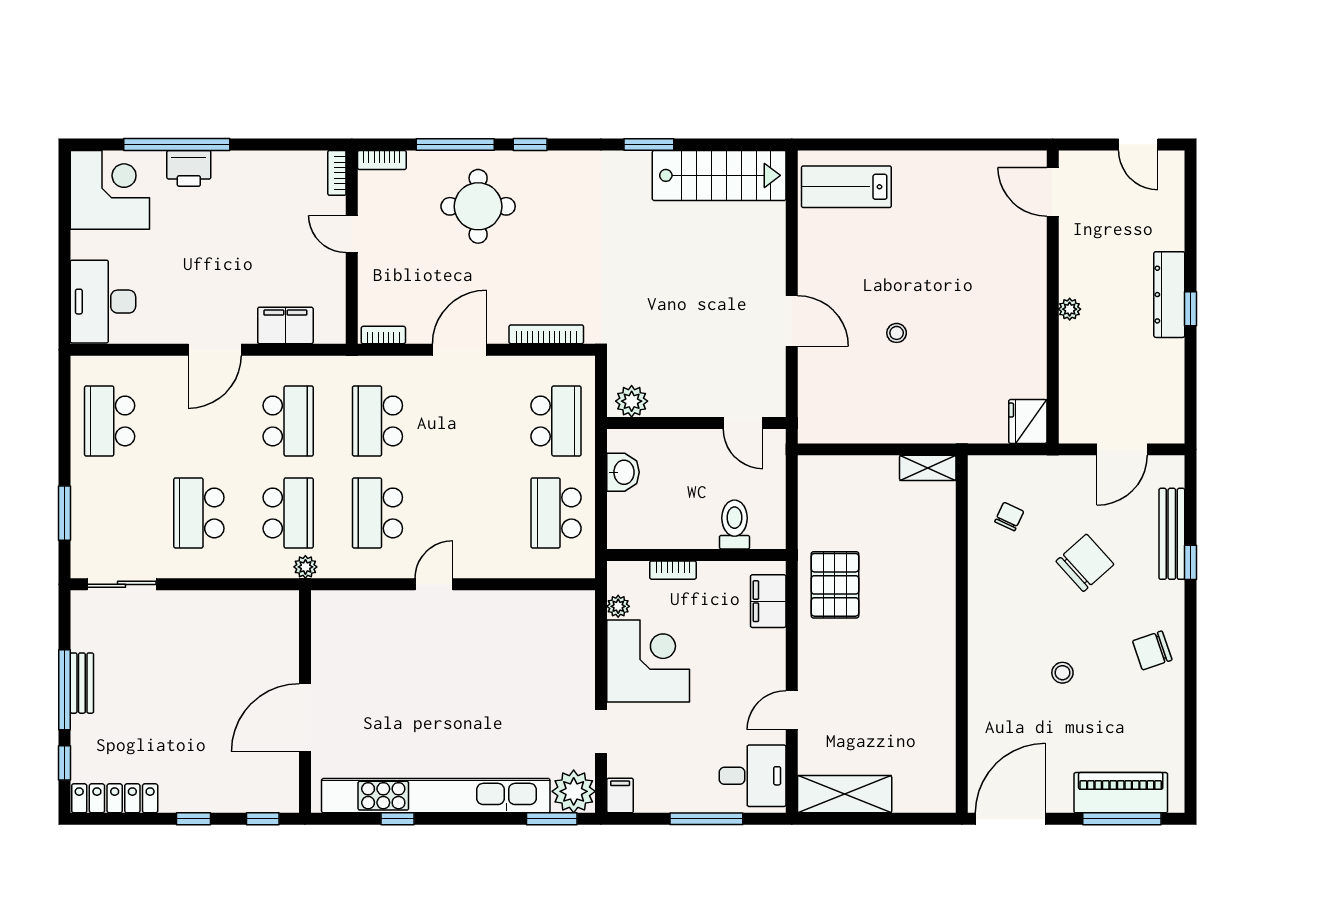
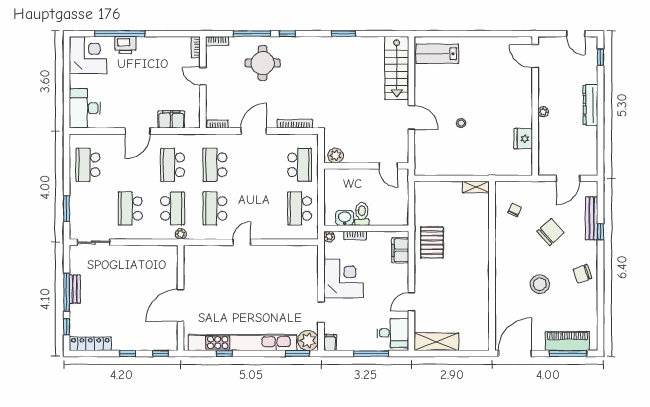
stairs: (719, 175) -> (397, 68), moved, turned 90
window: (1190, 309) -> (600, 57), moved
school desk: (288, 421) -> (173, 165), turned 180
fridge: (1028, 421) -> (523, 139), moved
washbasin: (623, 472) -> (345, 218), moved, turned -90
toilet: (734, 524) -> (362, 214), moved
plant: (618, 606) -> (329, 236), moved
stool: (1062, 673) -> (540, 284), width x1.89, depth x1.89

